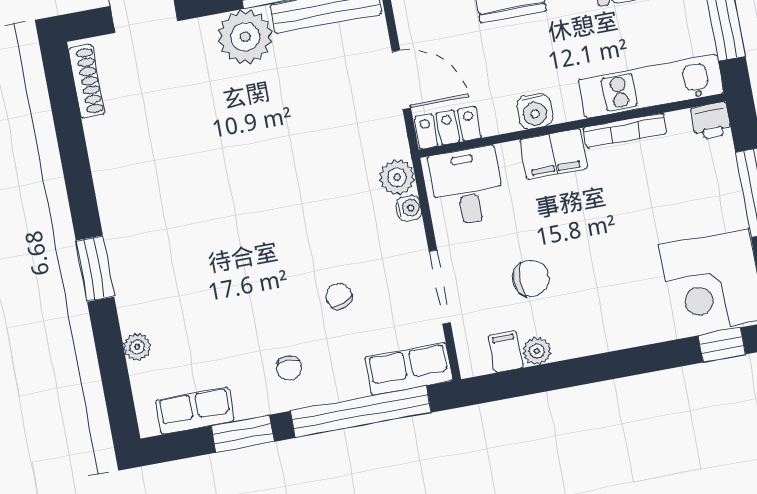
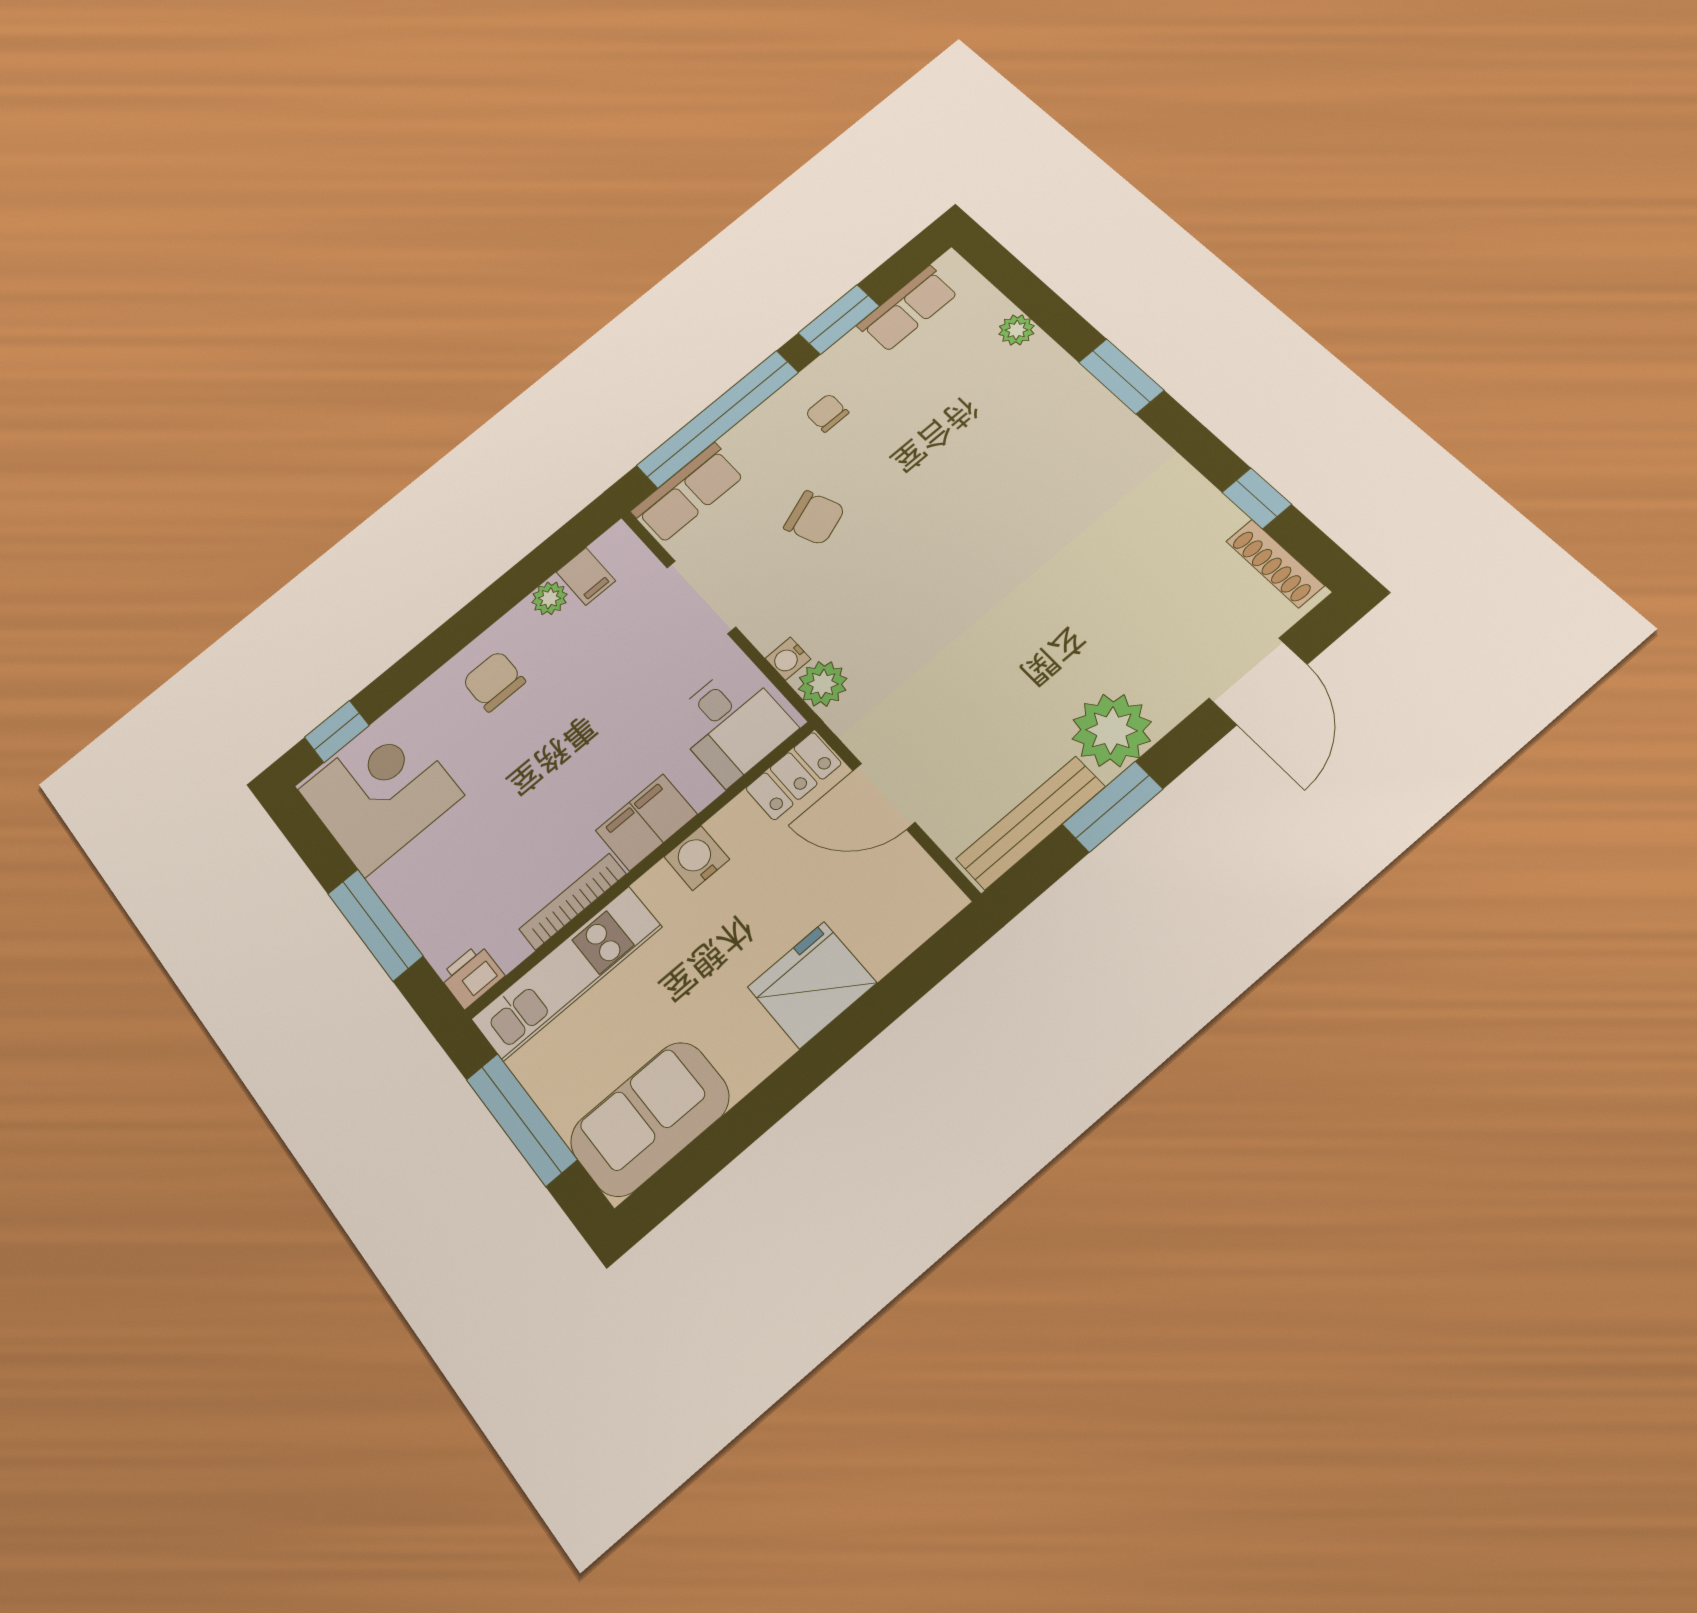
window: (69, 131) -> (1257, 498), added
chair: (531, 278) -> (494, 681), moved, turned 90
chair: (339, 296) -> (814, 518), width x1.37, depth x1.37

